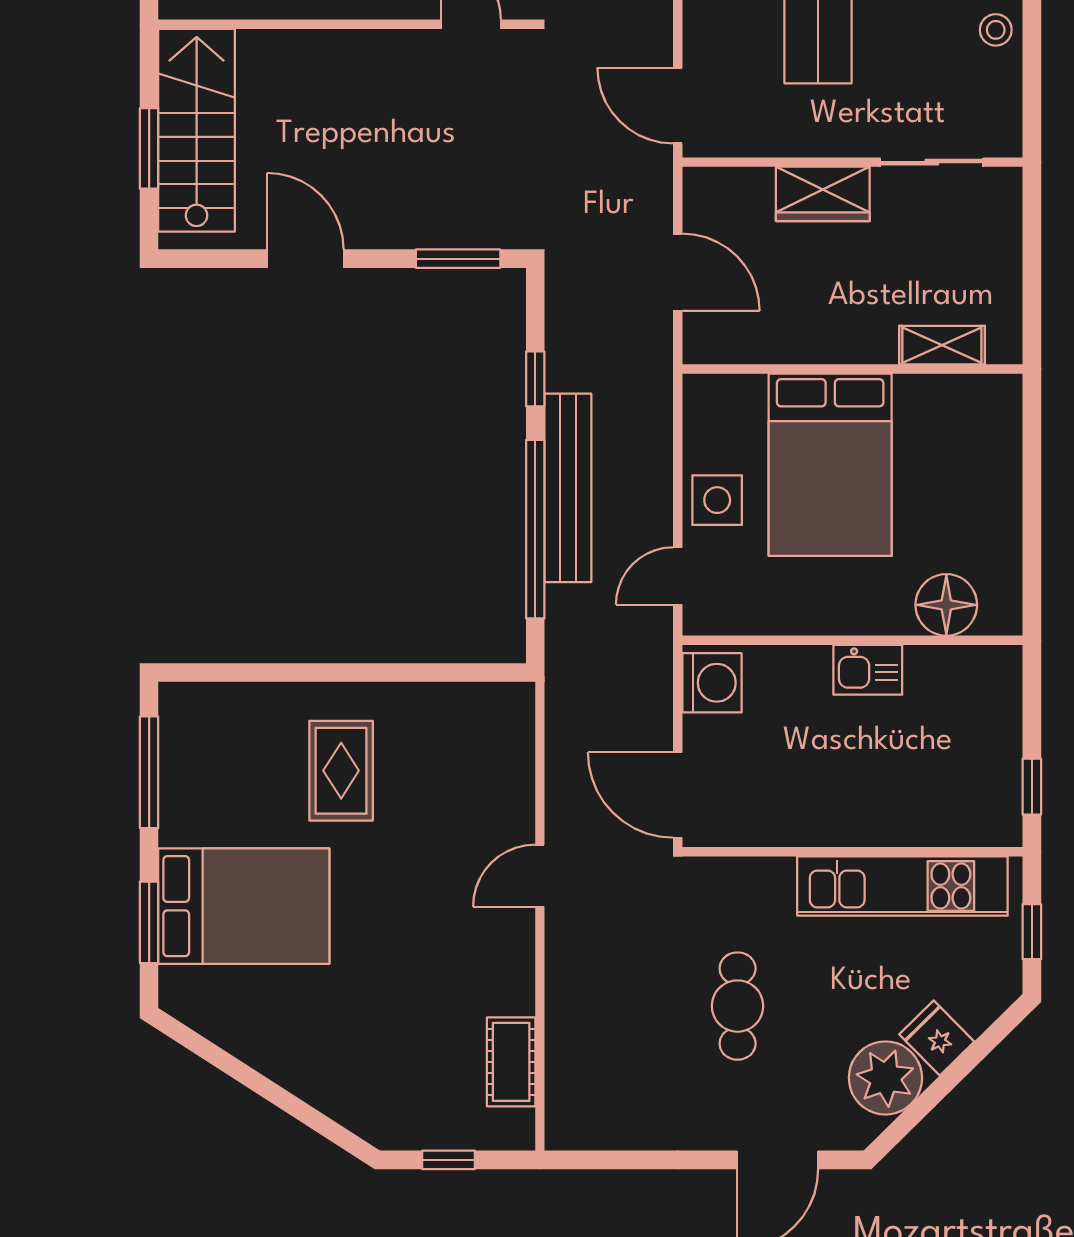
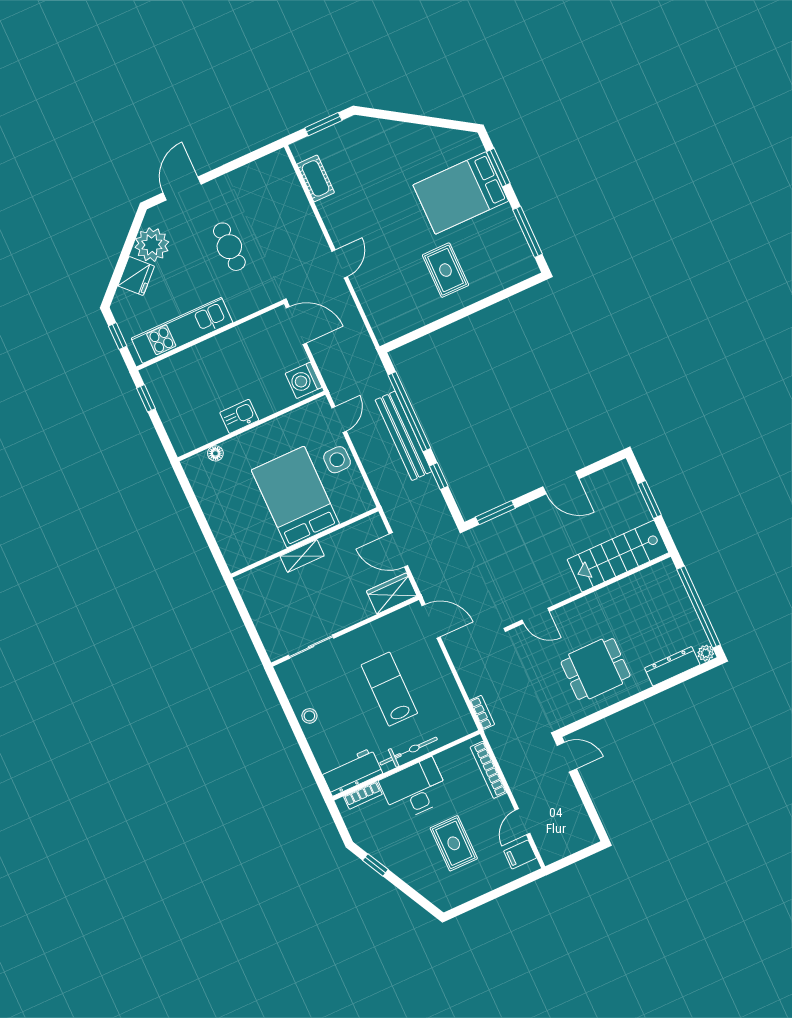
stairs: (197, 130) -> (618, 556), moved, turned 90
wardrobe: (823, 194) -> (392, 593), moved
shelving: (942, 345) -> (302, 556), moved
floor lamp: (946, 605) -> (215, 453), width x0.53, depth x0.53
fridge: (937, 1038) -> (136, 276), width x1.38
window: (448, 1160) -> (323, 124), width x1.50

